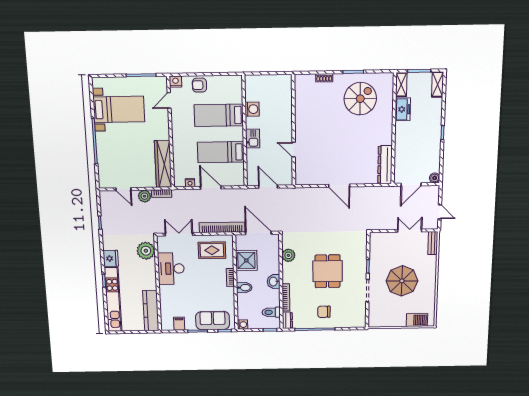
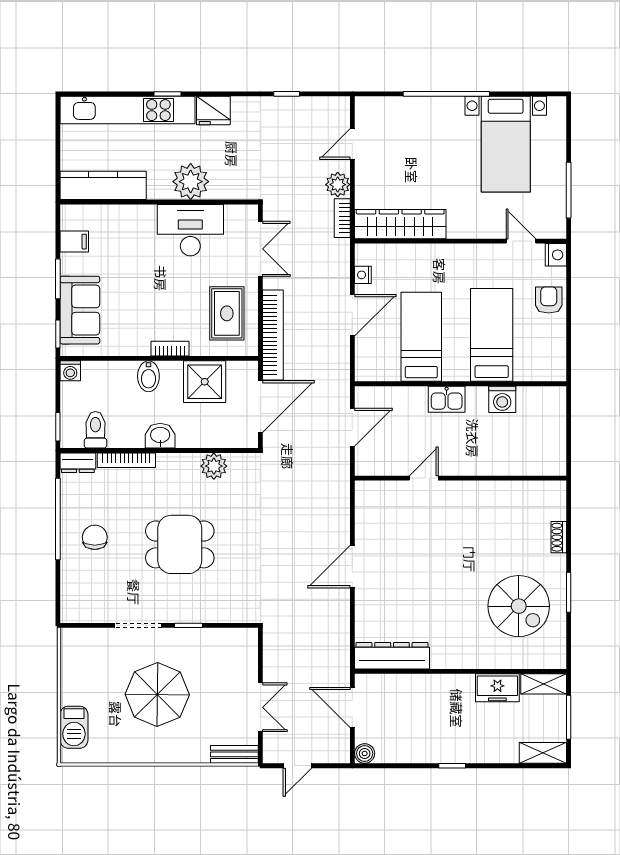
plant: (146, 251) -> (191, 182), moved

